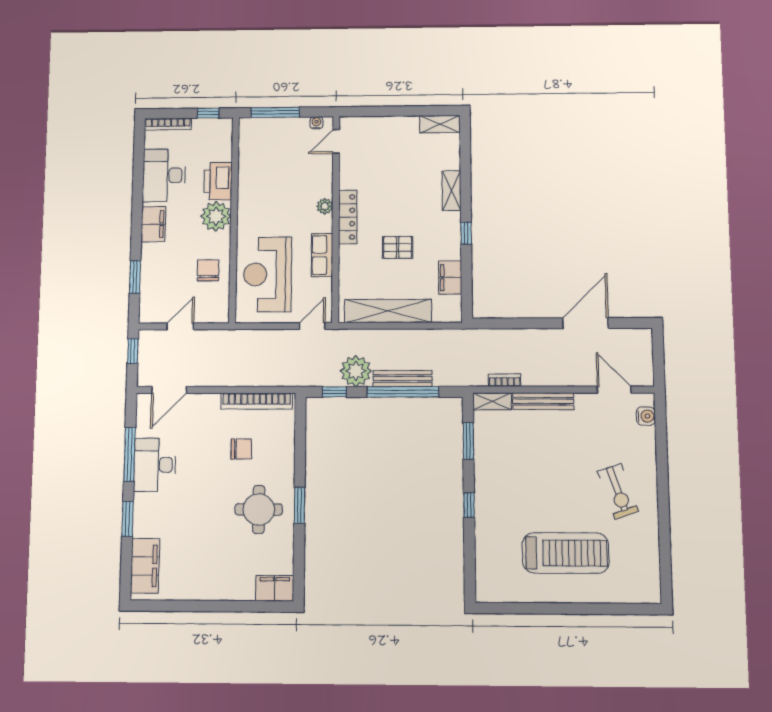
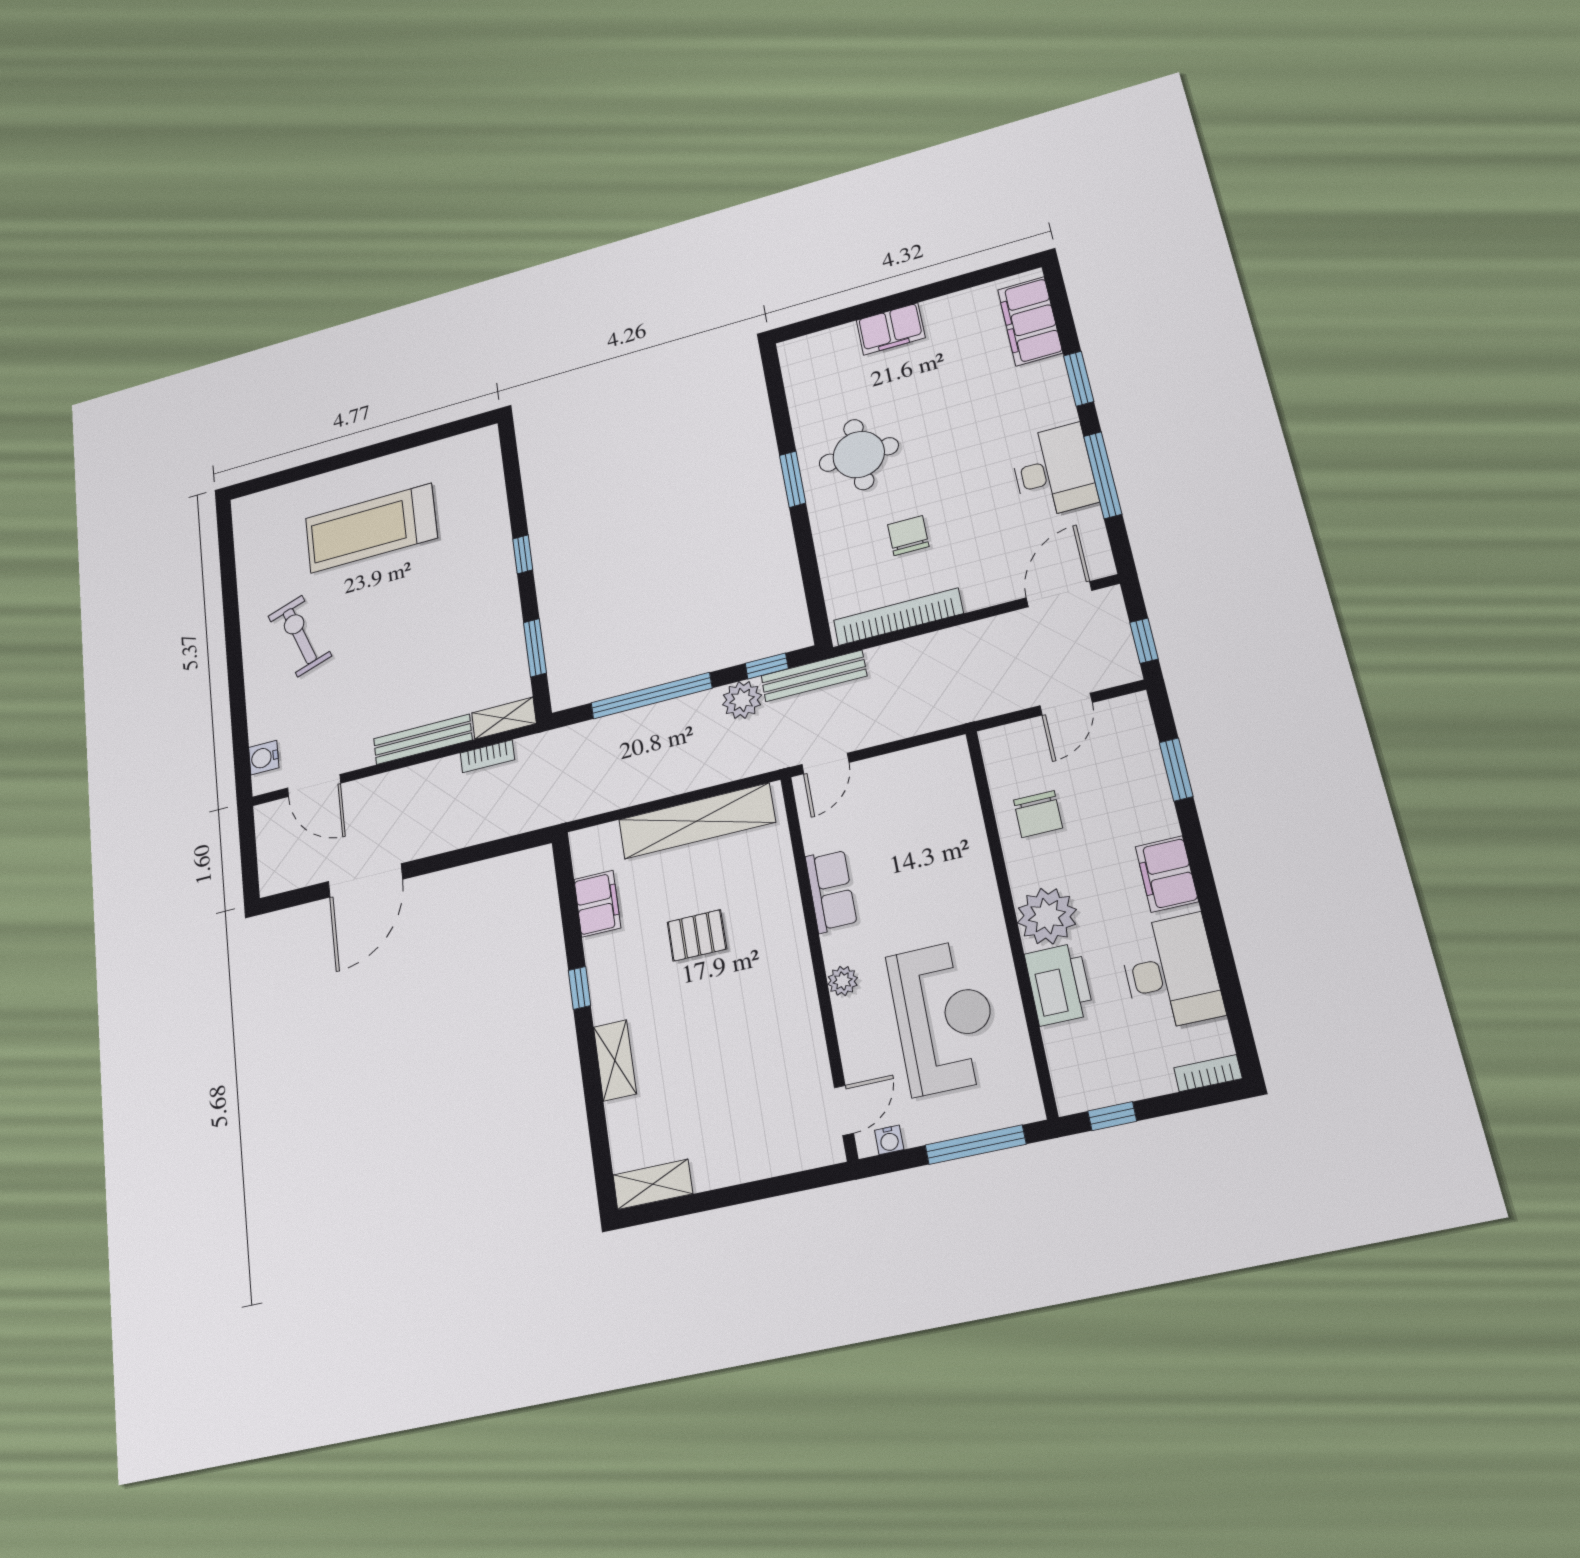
bookcase: (168, 124) -> (1208, 1073), width x0.64
locker: (348, 217) -> (796, 970), removed
reception desk: (268, 274) -> (944, 1017), moved
plant: (356, 371) -> (742, 700), width x0.73, depth x0.73
bench: (402, 379) -> (814, 676), moved
chair: (241, 449) -> (908, 536), turned 90
filing cabinet: (275, 588) -> (891, 329), moved

